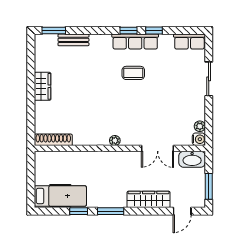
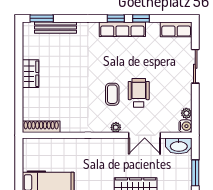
bench: (73, 40) -> (56, 28), width x1.36
coffee table: (133, 73) -> (112, 94), moved, turned 90
wheelchair: (152, 106) -> (139, 93), added
plant: (115, 140) -> (116, 127), moved

